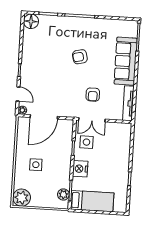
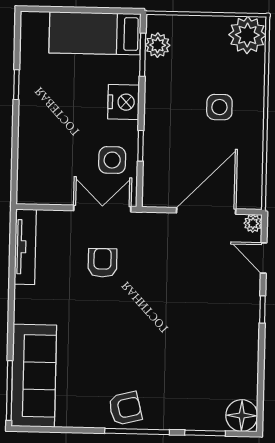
armchair: (80, 57) -> (125, 408), moved
sofa: (126, 61) -> (34, 376), moved

